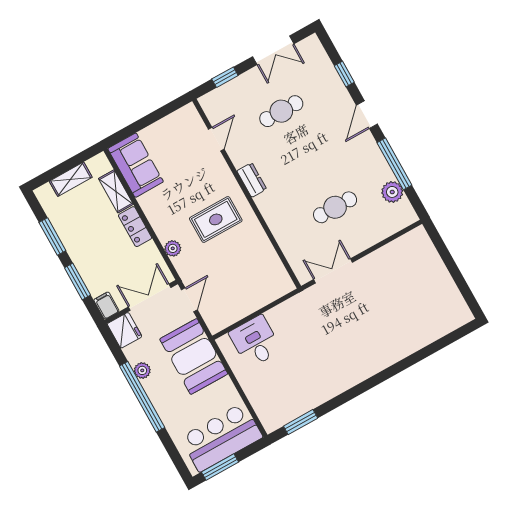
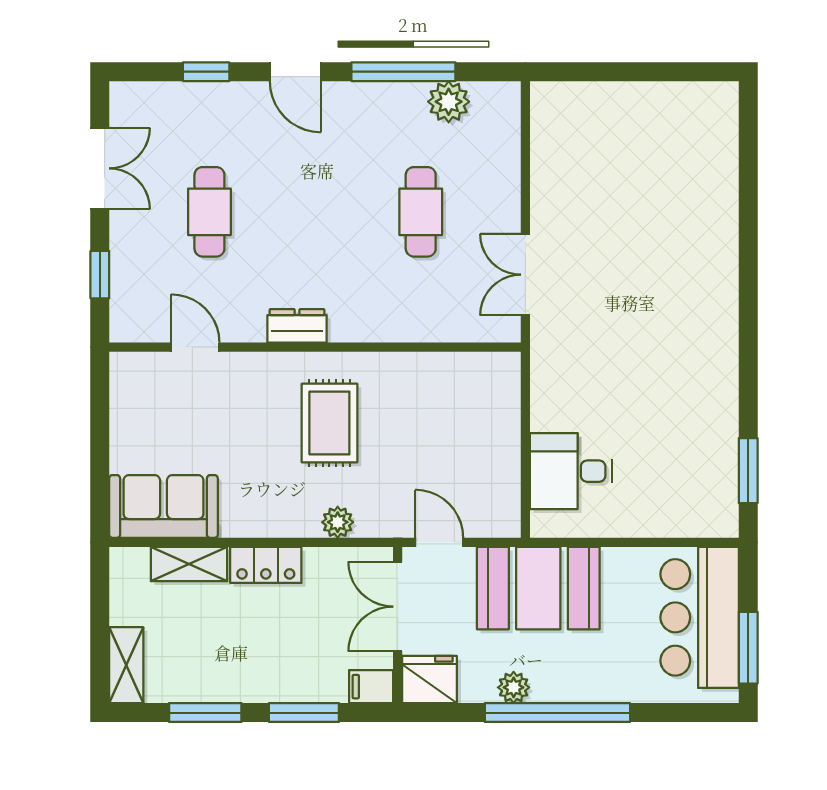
shelving: (71, 179) -> (126, 665), moved

